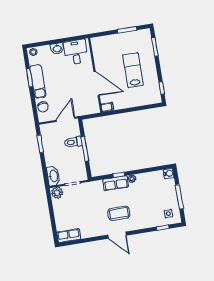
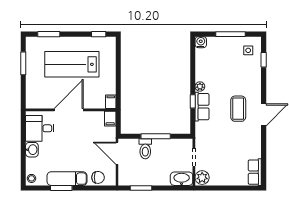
lab bench: (133, 70) -> (72, 64), width x1.36, depth x1.39
door: (97, 84) -> (69, 110), moved
filing cabinet: (93, 109) -> (110, 119), added

